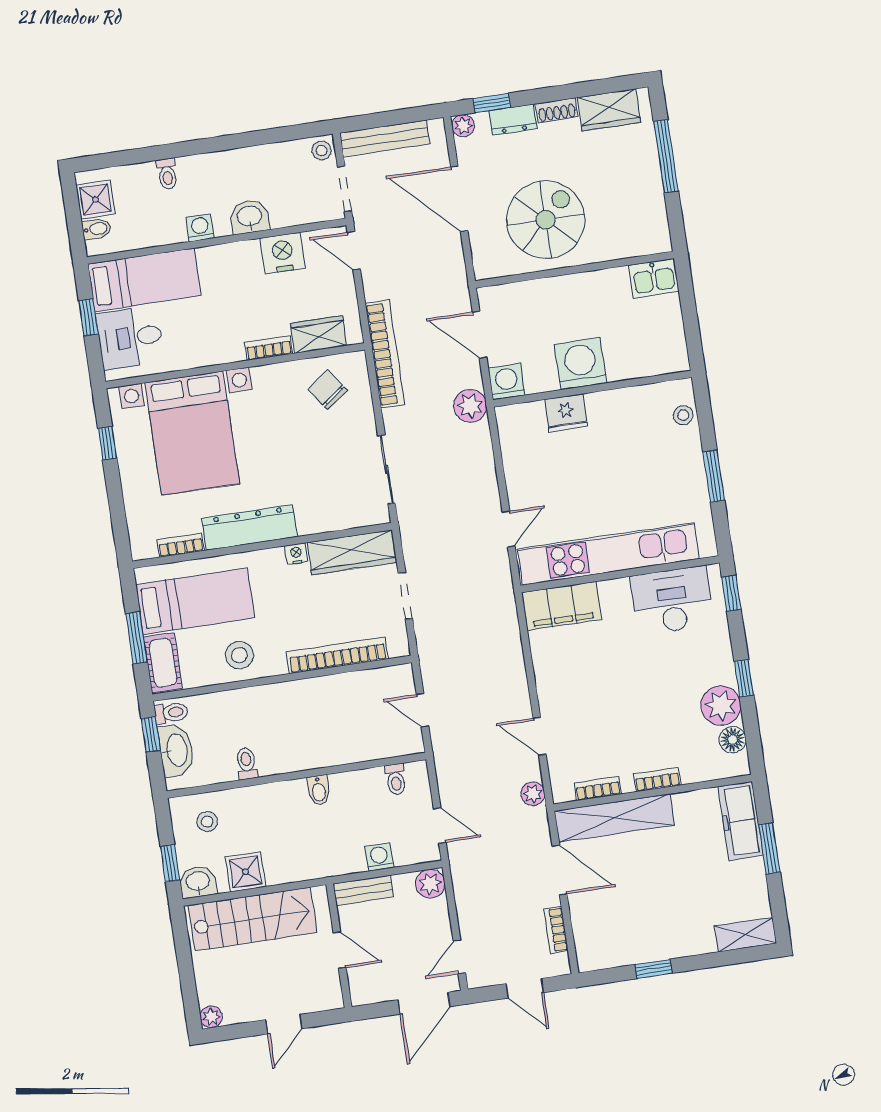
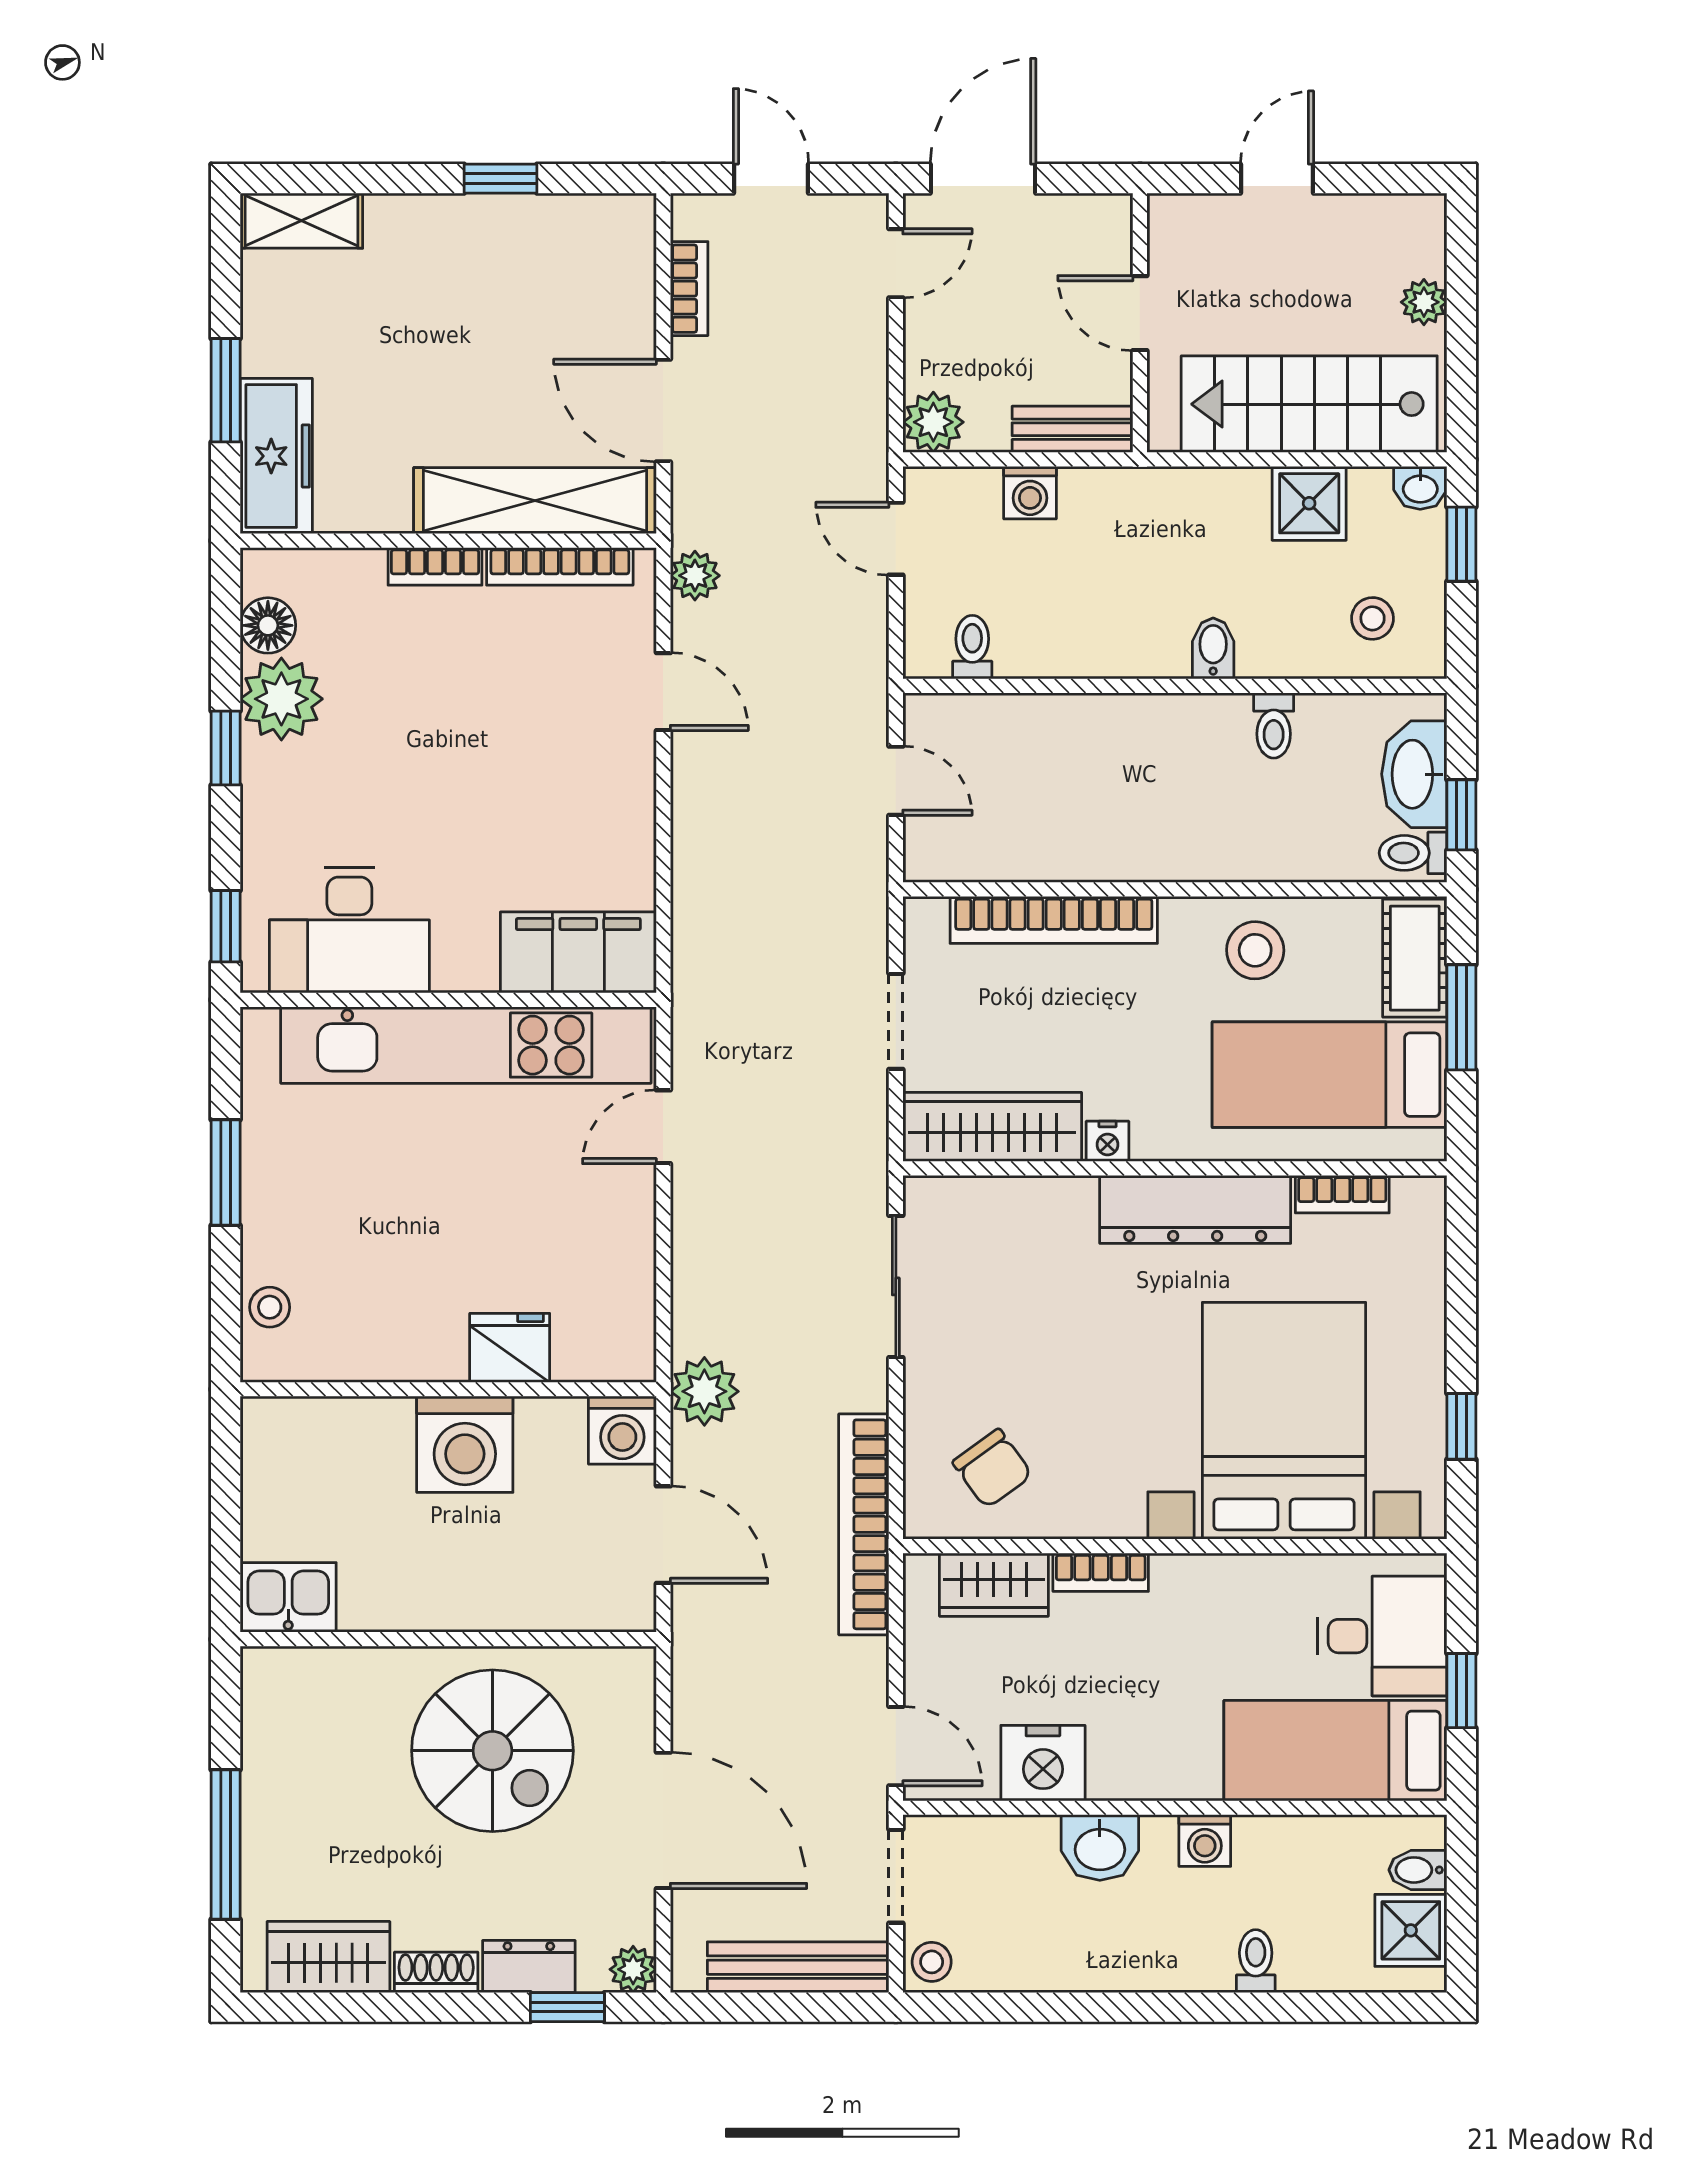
spiral stairs: (546, 220) -> (492, 1751), turned -90
bookcase: (598, 788) -> (560, 566), width x1.56
bidet: (319, 790) -> (1213, 648), moved
washbasin: (198, 882) -> (1420, 488), width x0.72, depth x0.69
plant: (211, 1017) -> (1424, 302), moved

